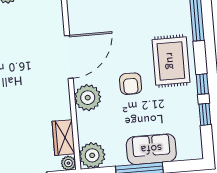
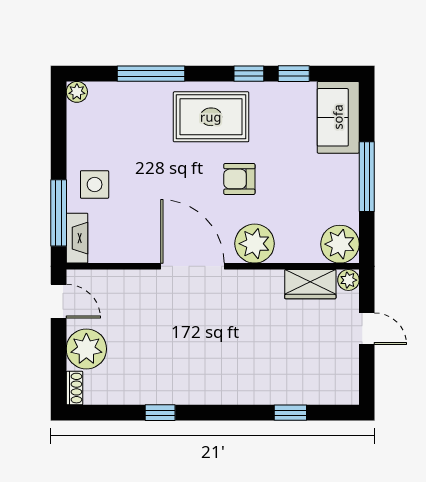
armchair: (131, 84) -> (239, 179), turned 180
sofa: (151, 149) -> (338, 117), moved

